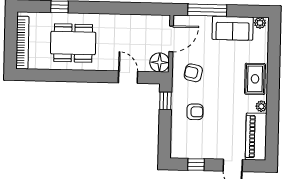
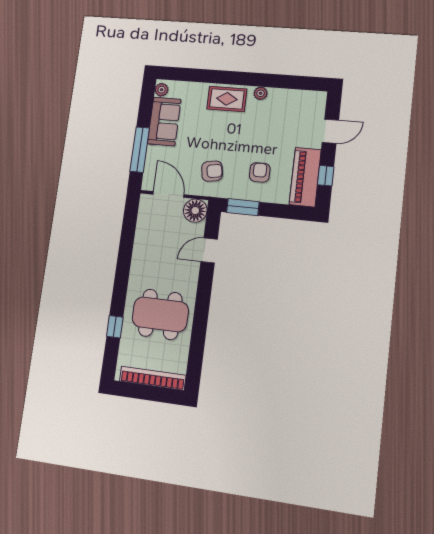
dining table: (73, 43) -> (160, 314), turned 90
armchair: (193, 73) -> (212, 171), turned -111
window: (165, 101) -> (243, 207), width x1.50
piano: (256, 137) -> (305, 177), moved, turned 90

